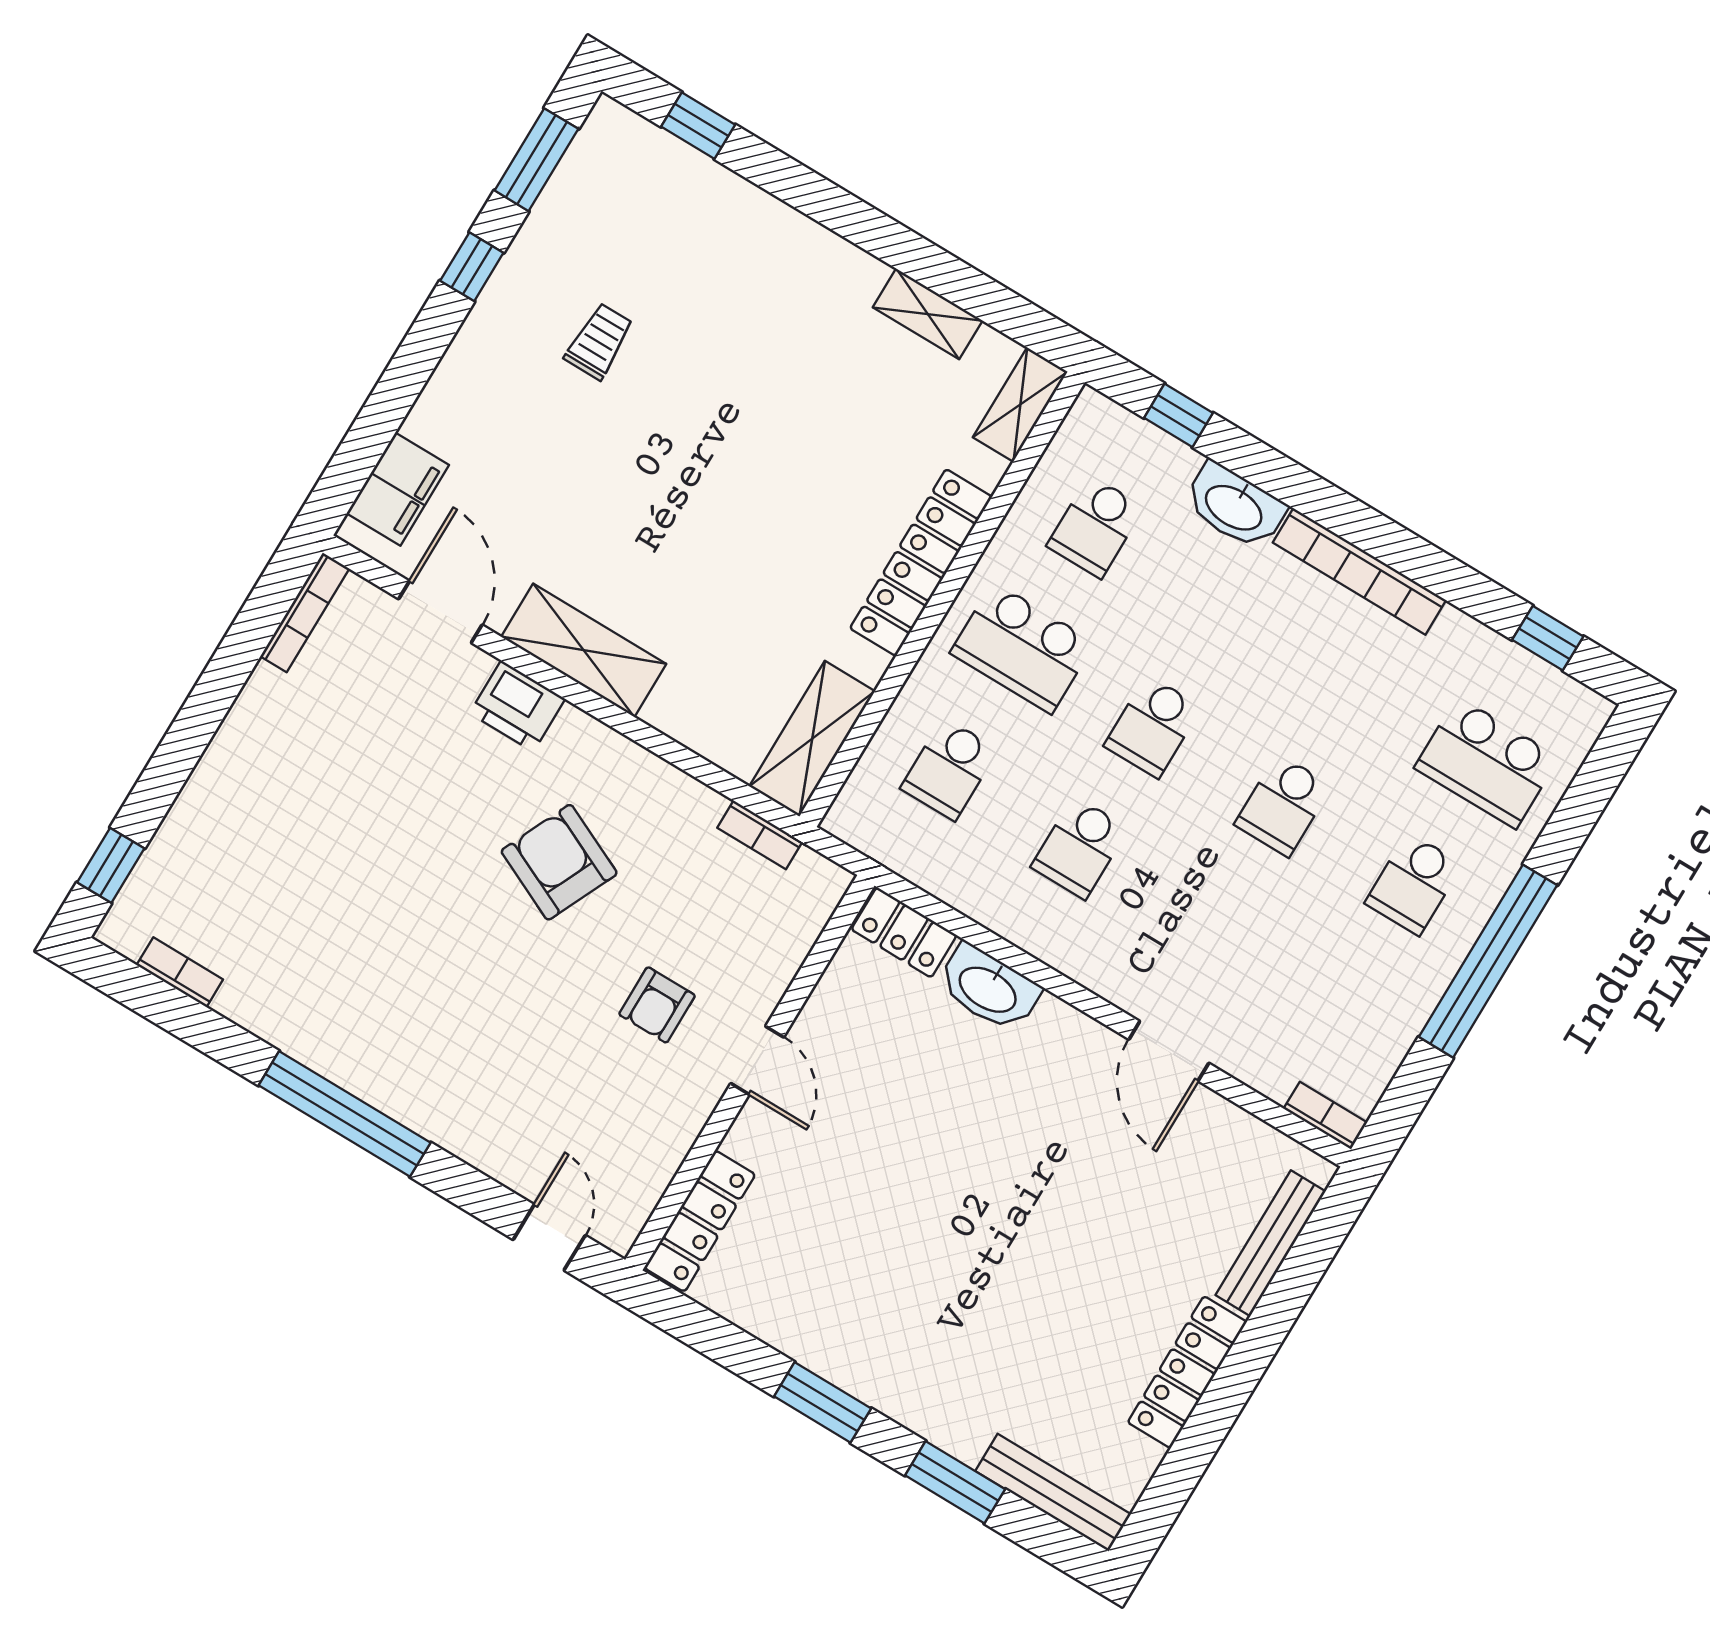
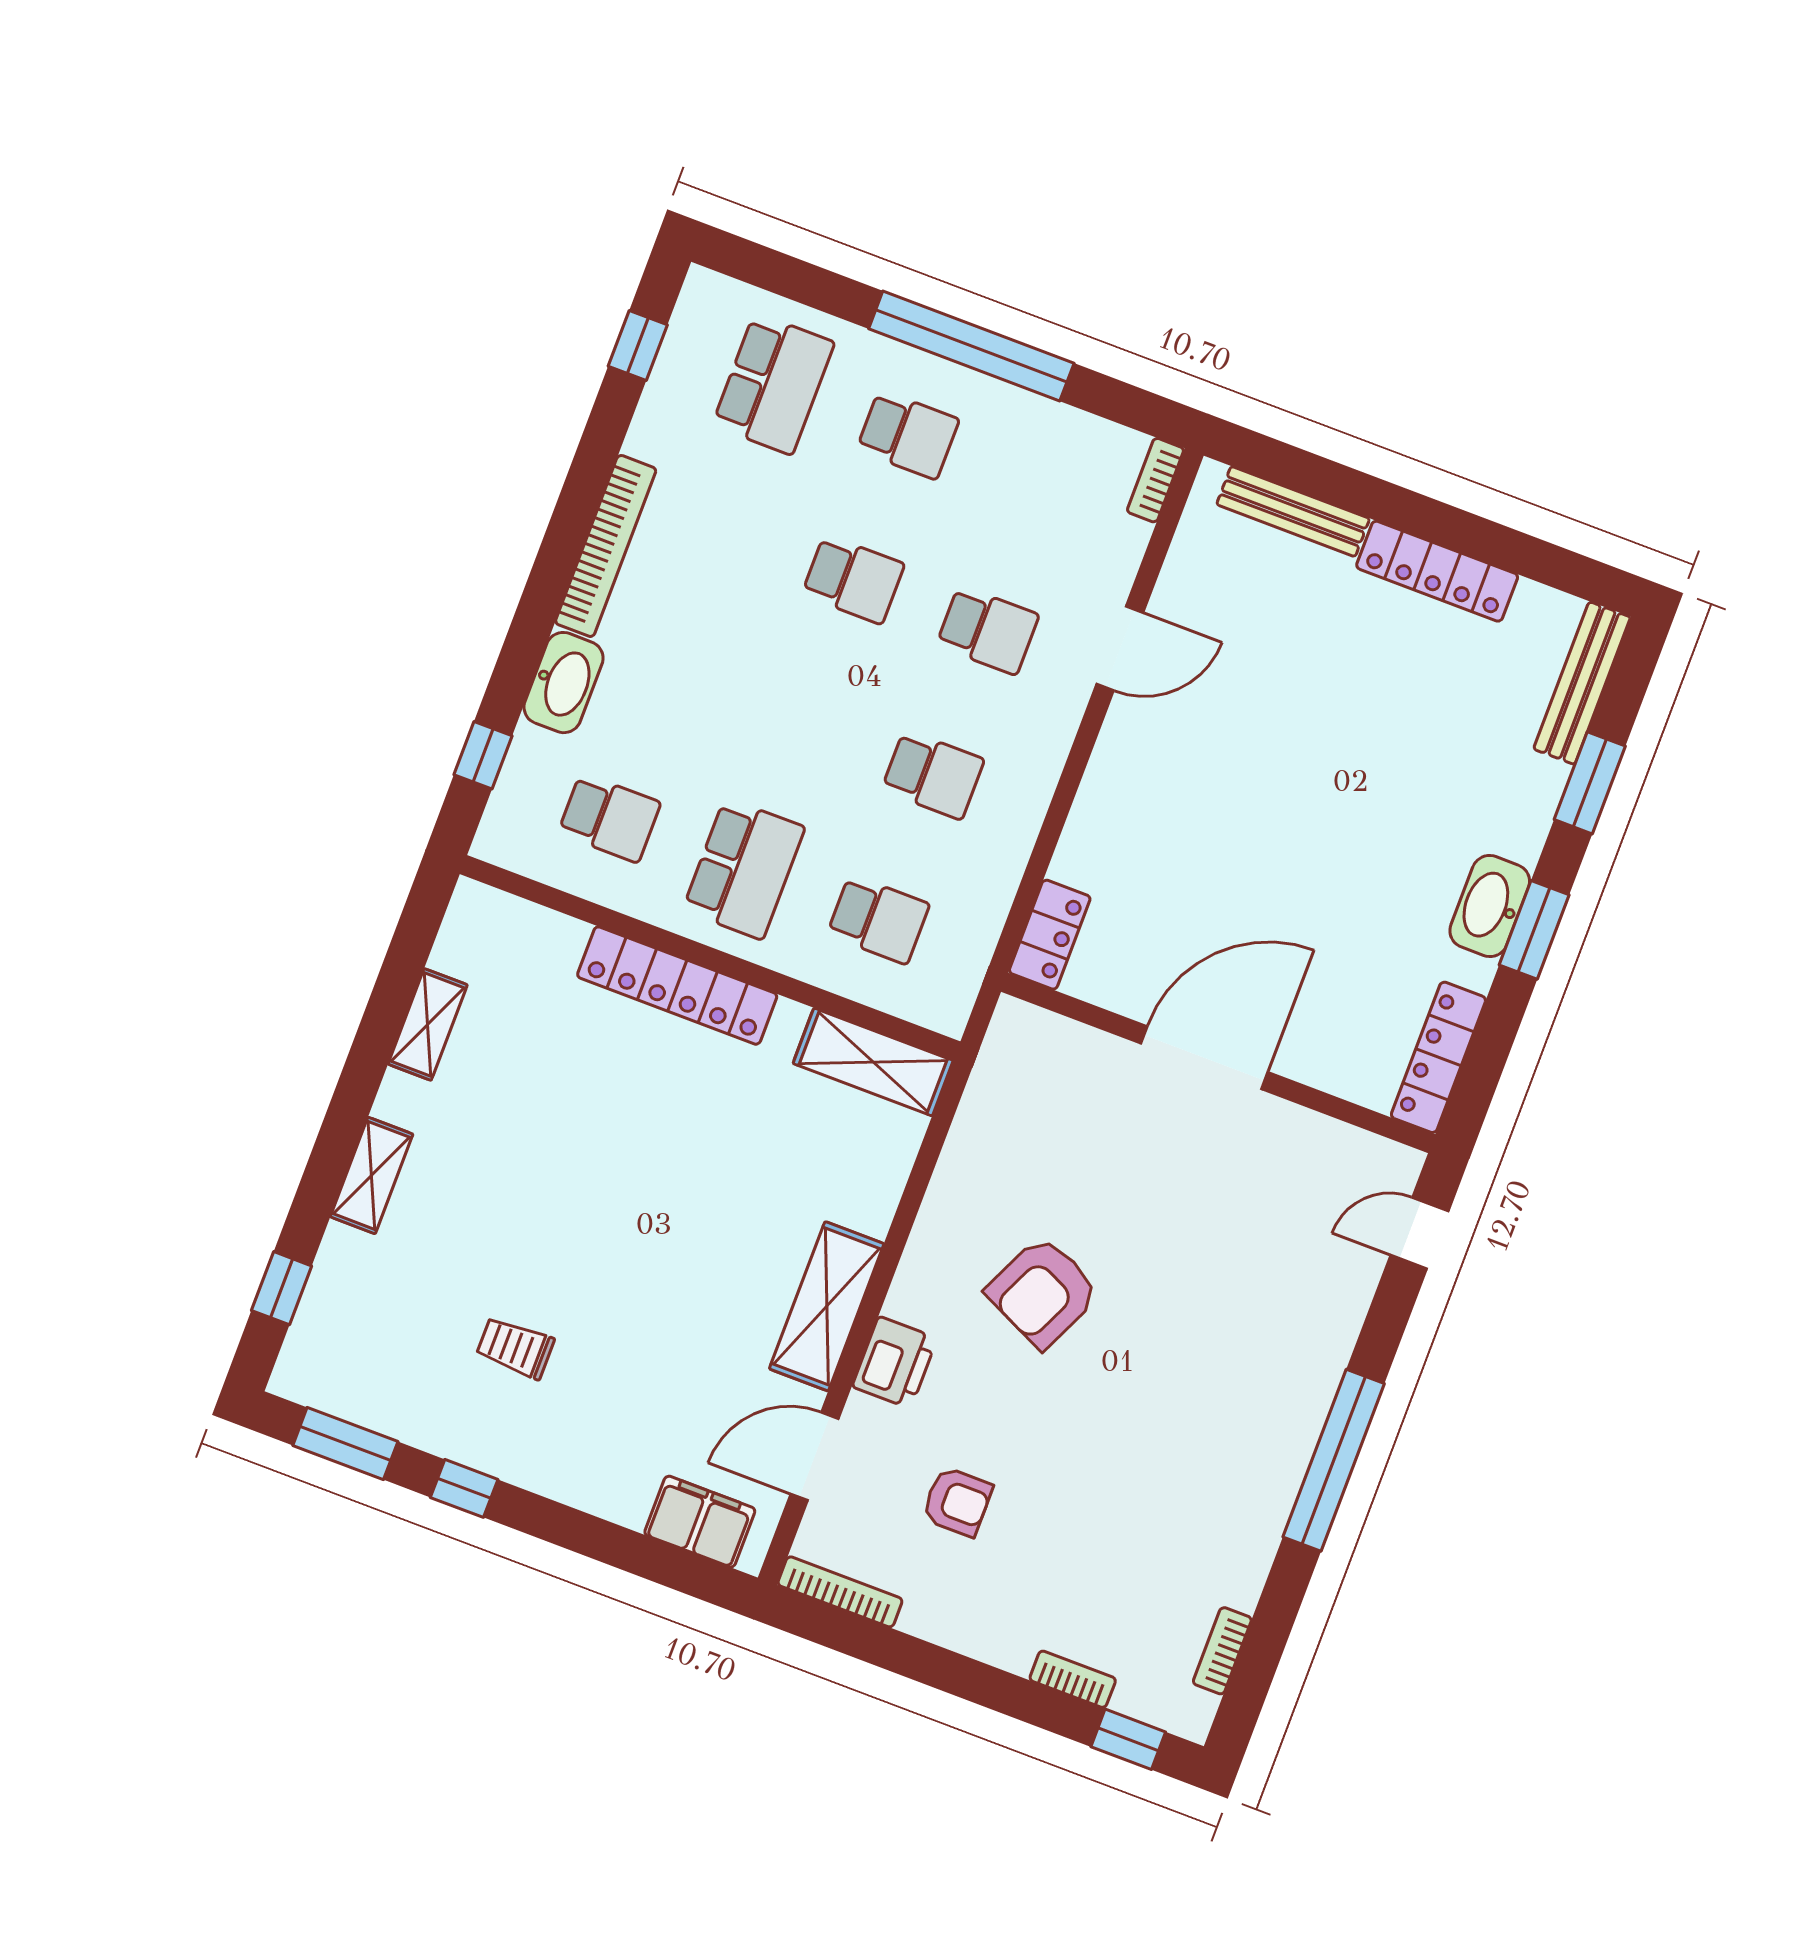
shelving: (1020, 405) -> (372, 1175), moved, turned 90
school desk: (1153, 726) -> (988, 630), moved
bookcase: (760, 835) -> (1073, 1679), moved, turned -90
washbasin: (989, 988) -> (1490, 906), moved, turned 180
armchair: (657, 1005) -> (957, 1502), moved
door: (757, 1060) -> (1204, 1058), width x1.87
locker: (700, 1221) -> (1438, 1057), moved, turned -90

